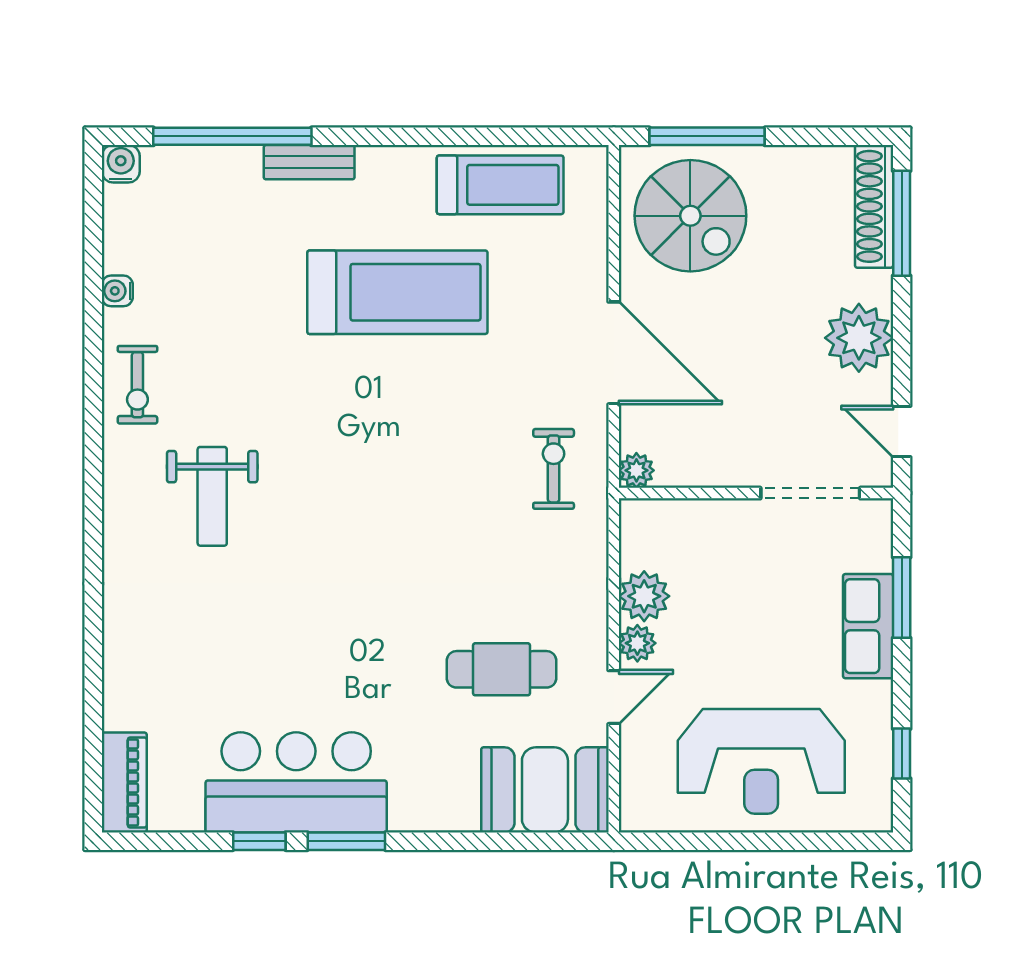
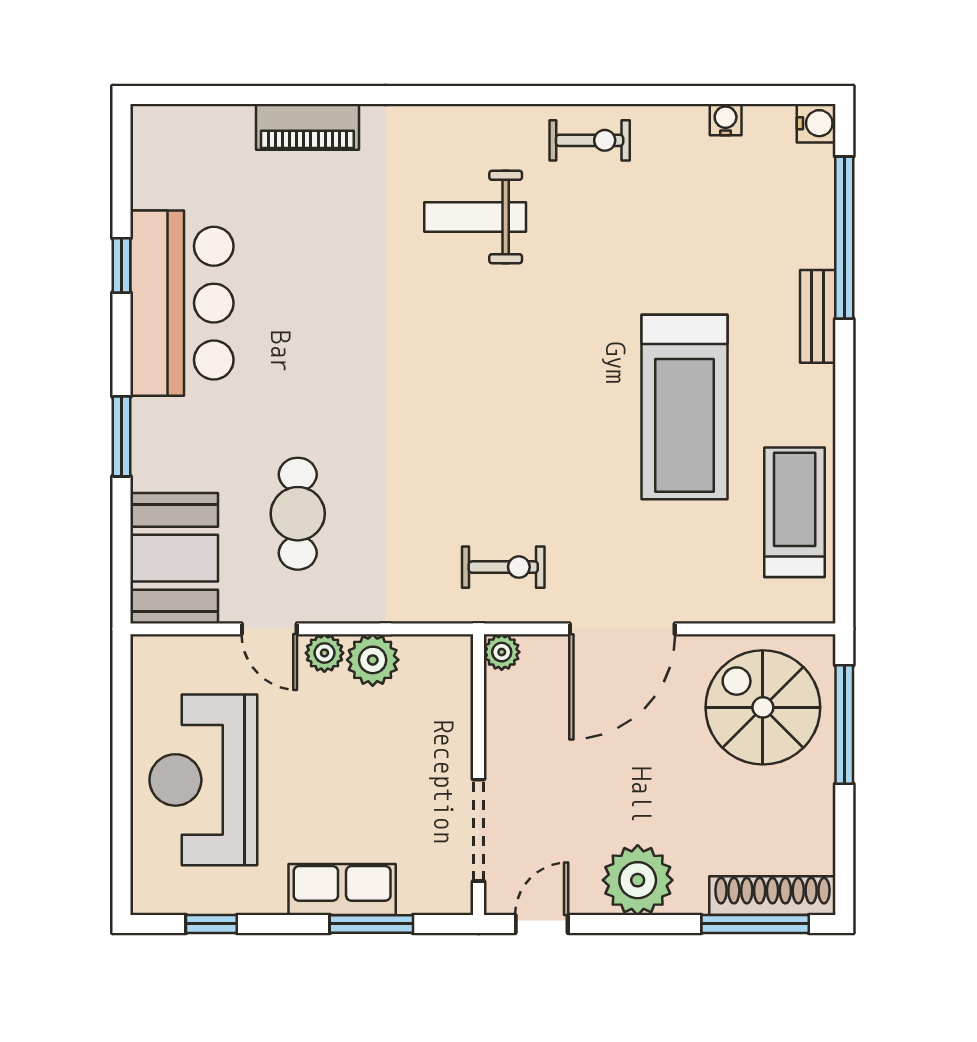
treadmill: (500, 185) -> (795, 512), turned 180
spiral stairs: (690, 216) -> (763, 707), turned 90
water cooler: (117, 291) -> (726, 120), moved
exercise bike: (137, 385) -> (590, 140), turned 180
piano: (124, 782) -> (307, 127), moved
window: (346, 841) -> (121, 436), moved

